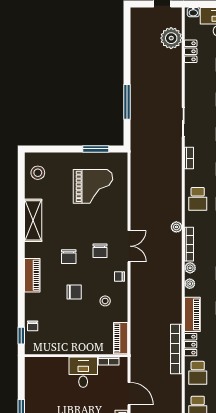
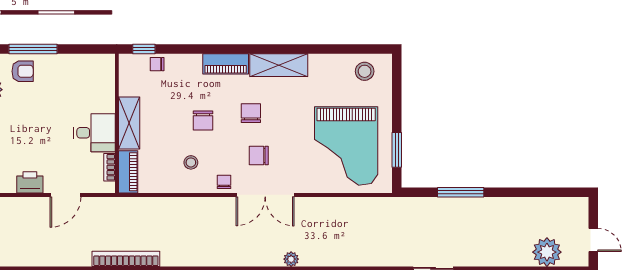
grand piano: (93, 186) -> (346, 146), width x1.37, depth x1.48
shelving: (33, 220) -> (279, 65), moved
double door: (129, 246) -> (265, 195), width x1.37
chair: (69, 257) -> (251, 113), turned 90
piano: (121, 338) -> (128, 172), moved, turned 90
shelving: (76, 347) -> (129, 123), added

